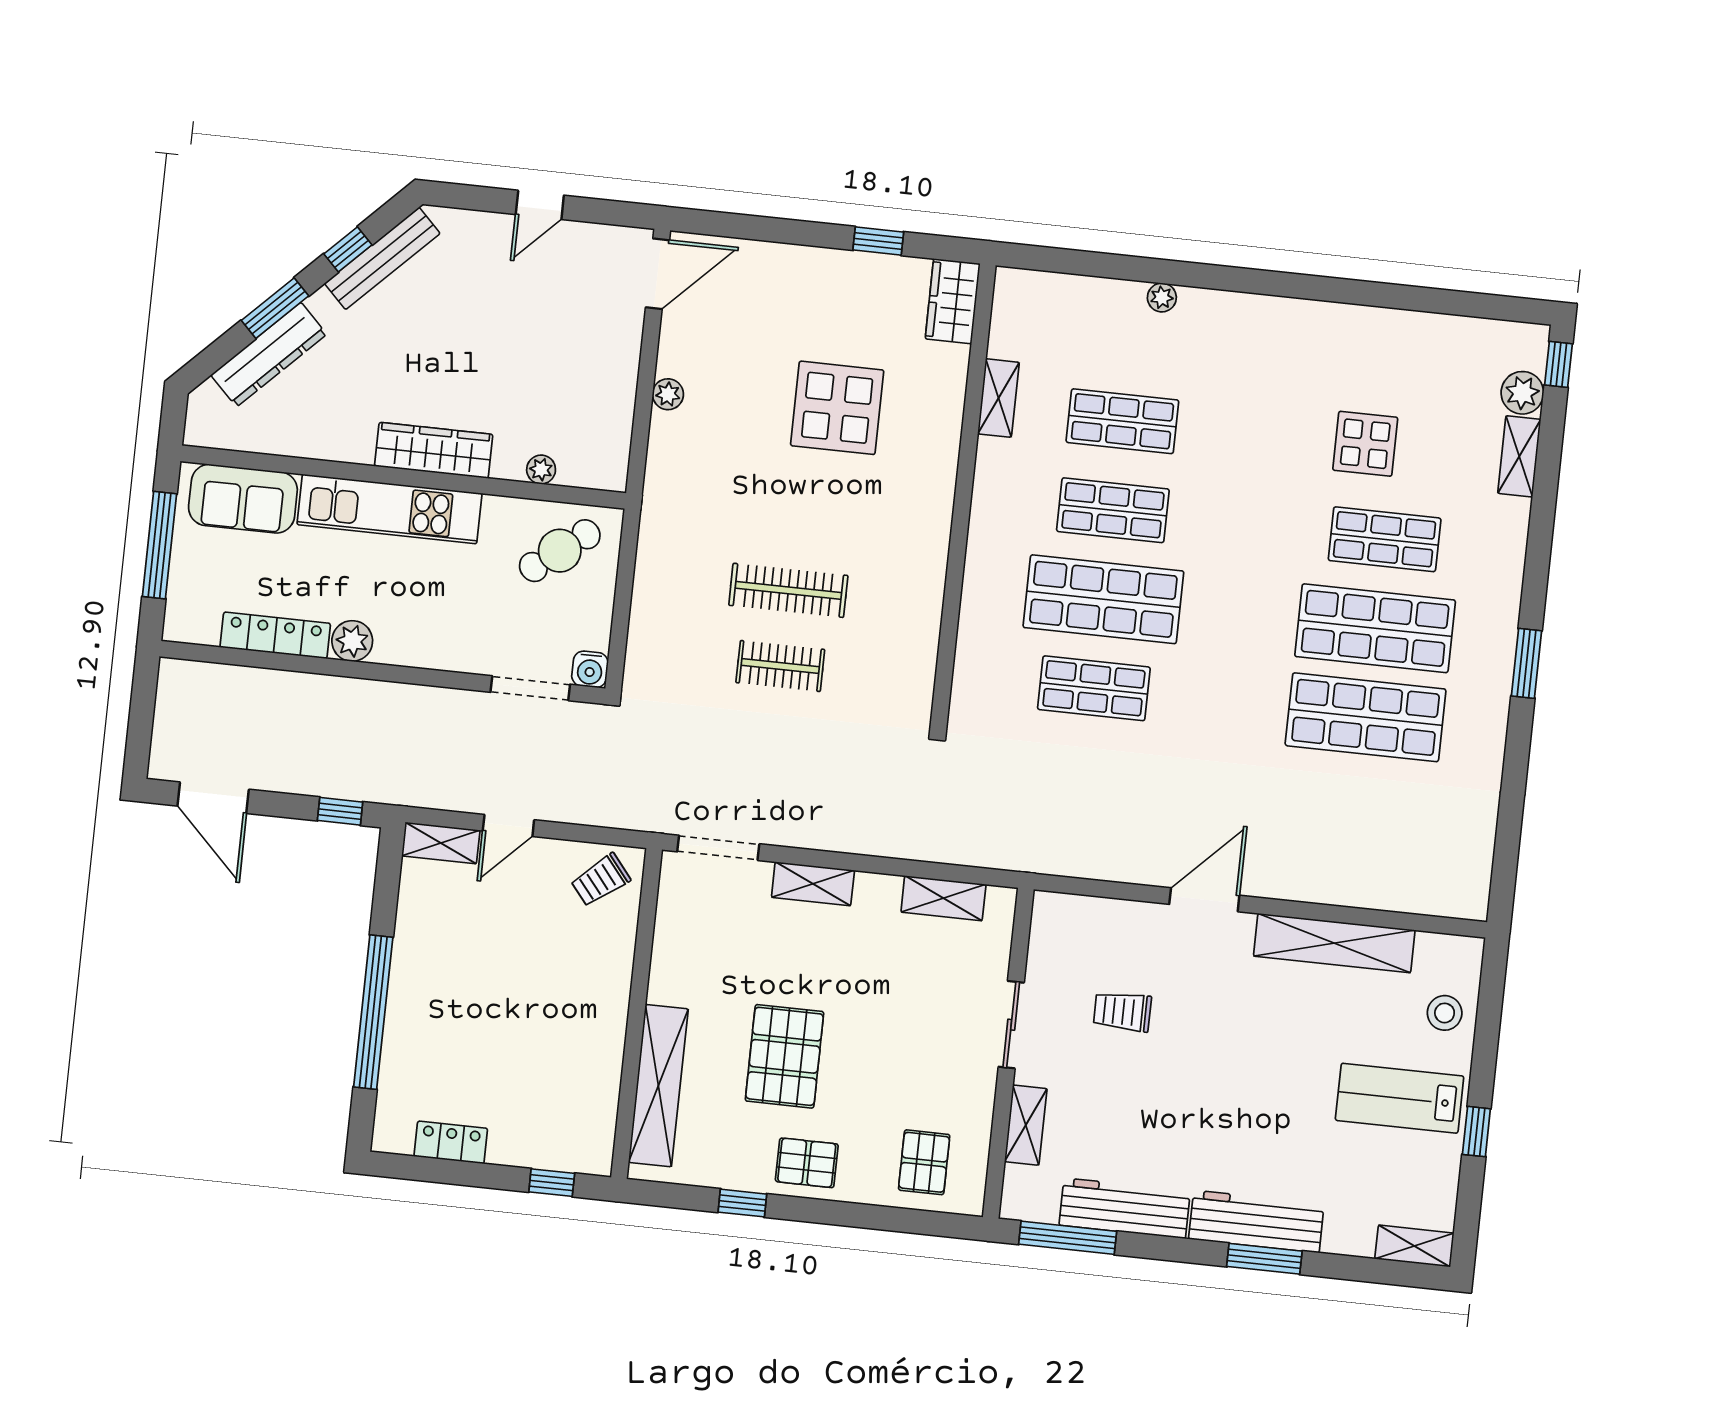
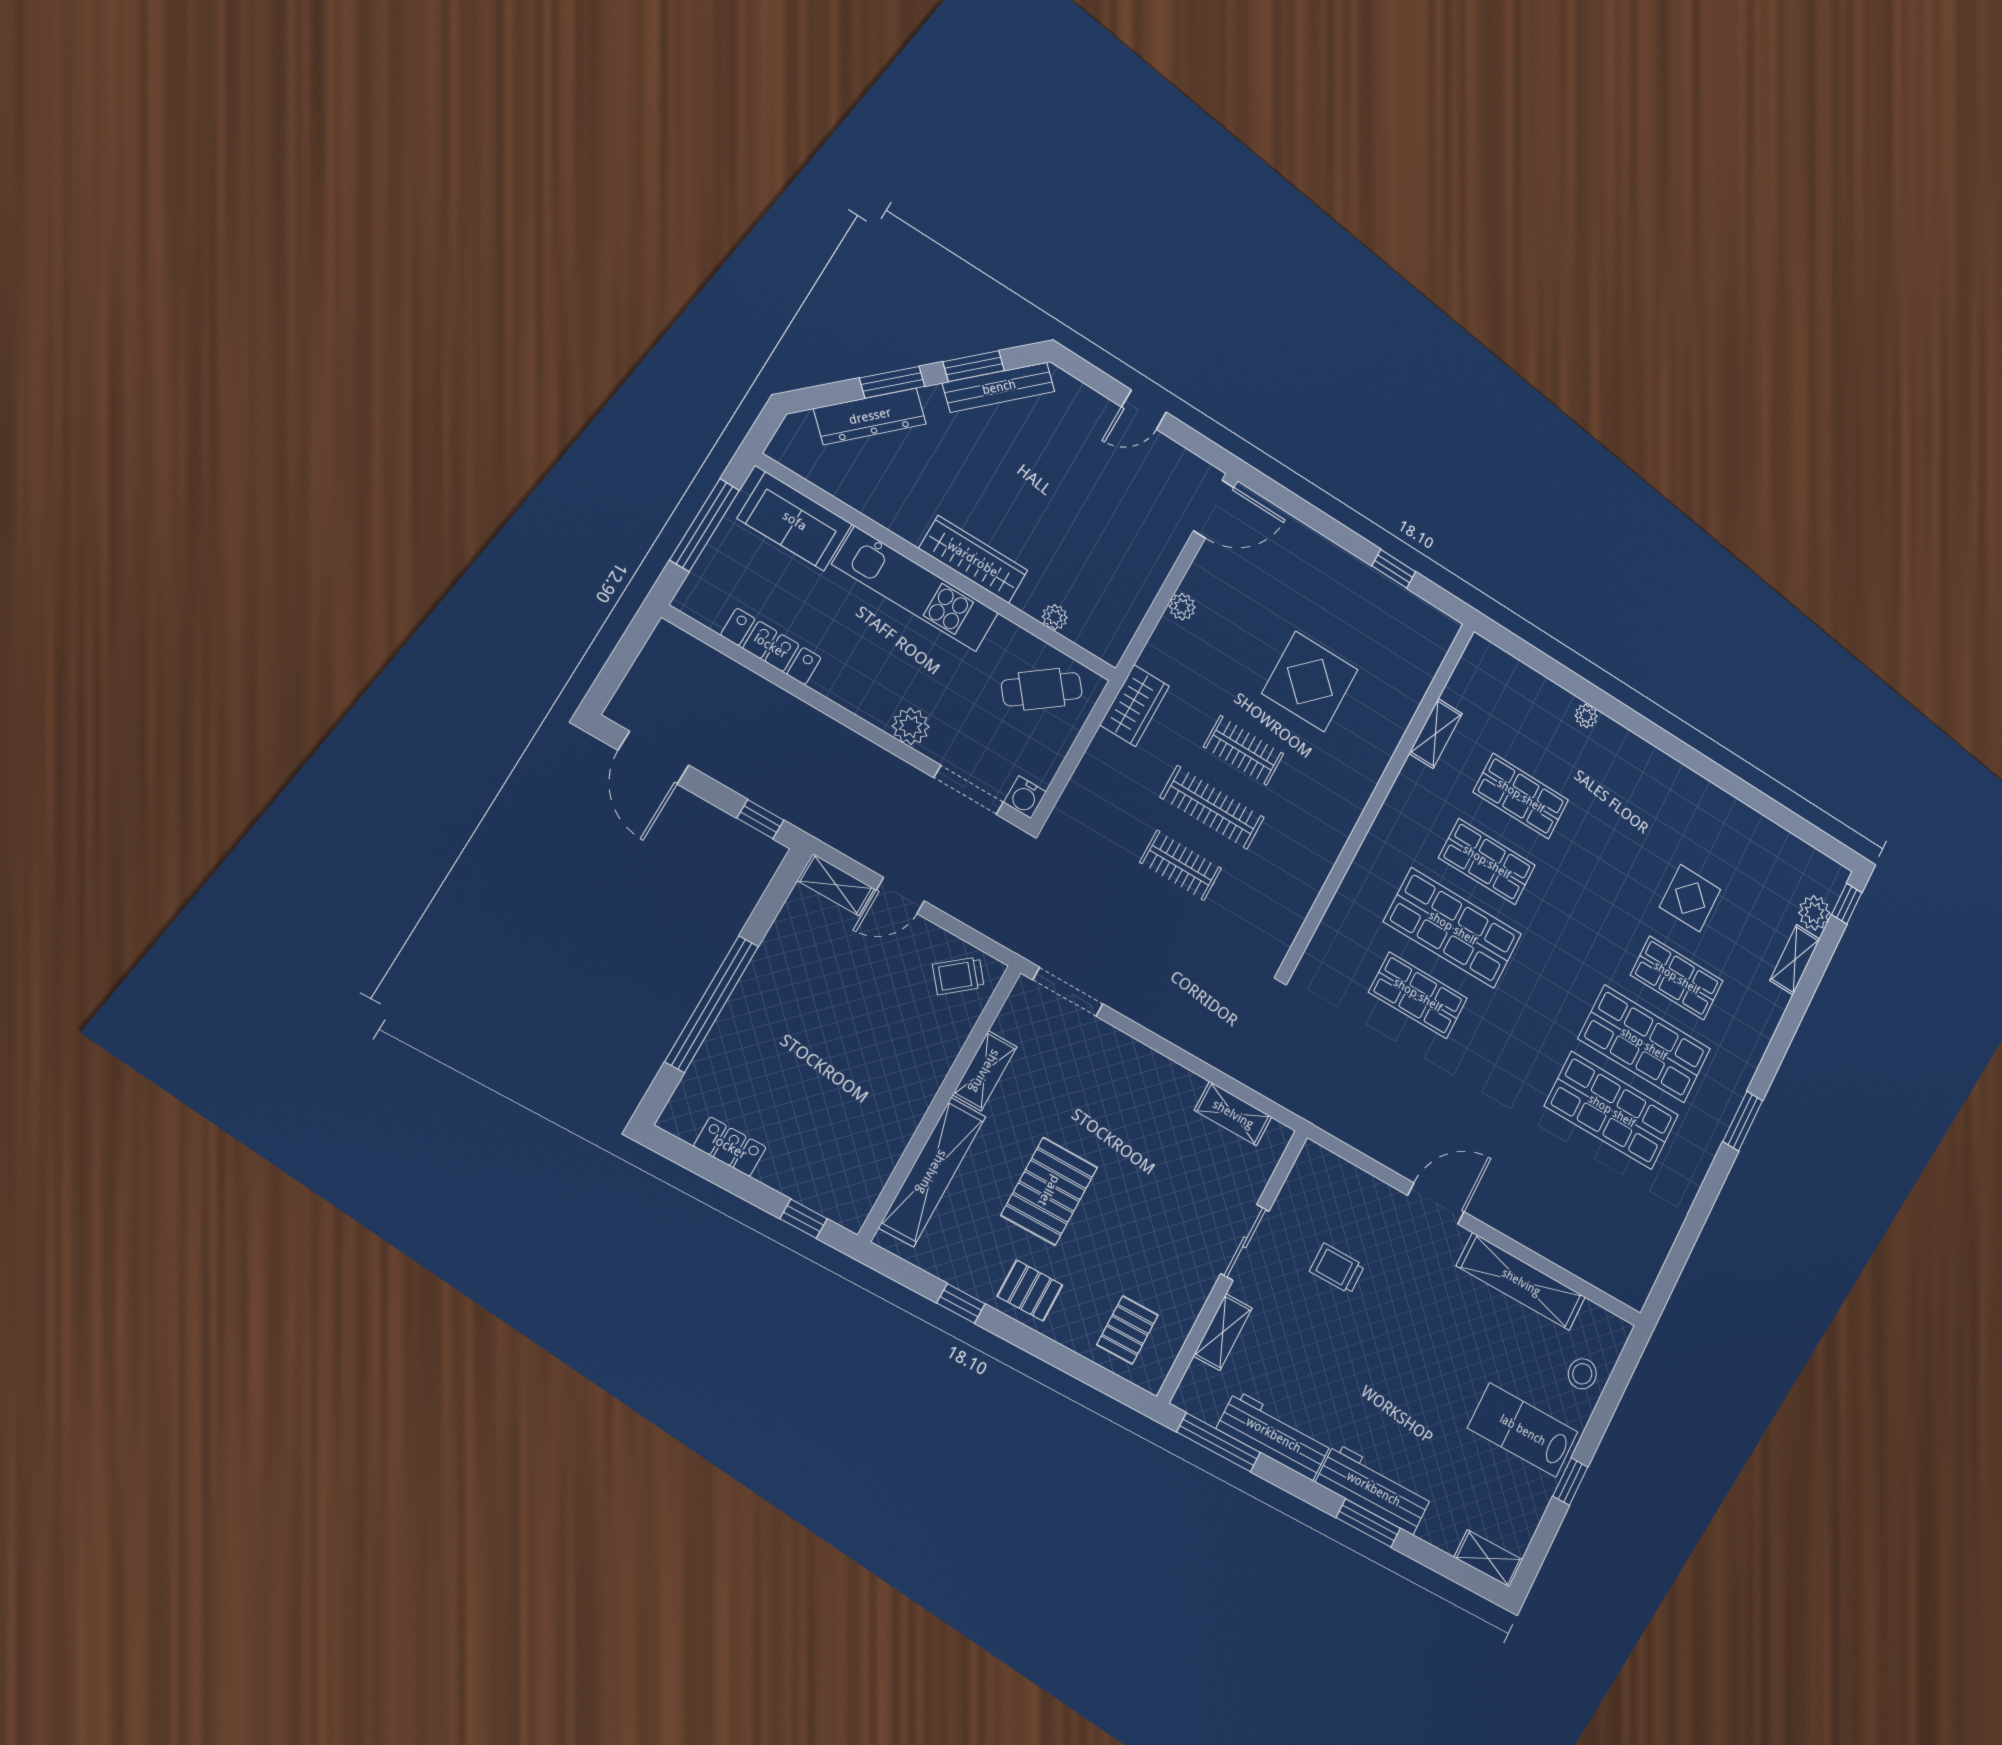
window: (348, 249) -> (974, 366), width x1.50
wardrobe: (953, 301) -> (1135, 706), moved, turned 180
clothes rail: (796, 515) -> (1244, 750), added
plant: (352, 641) -> (911, 726), moved
shelving: (813, 884) -> (985, 1071), moved, turned 90

